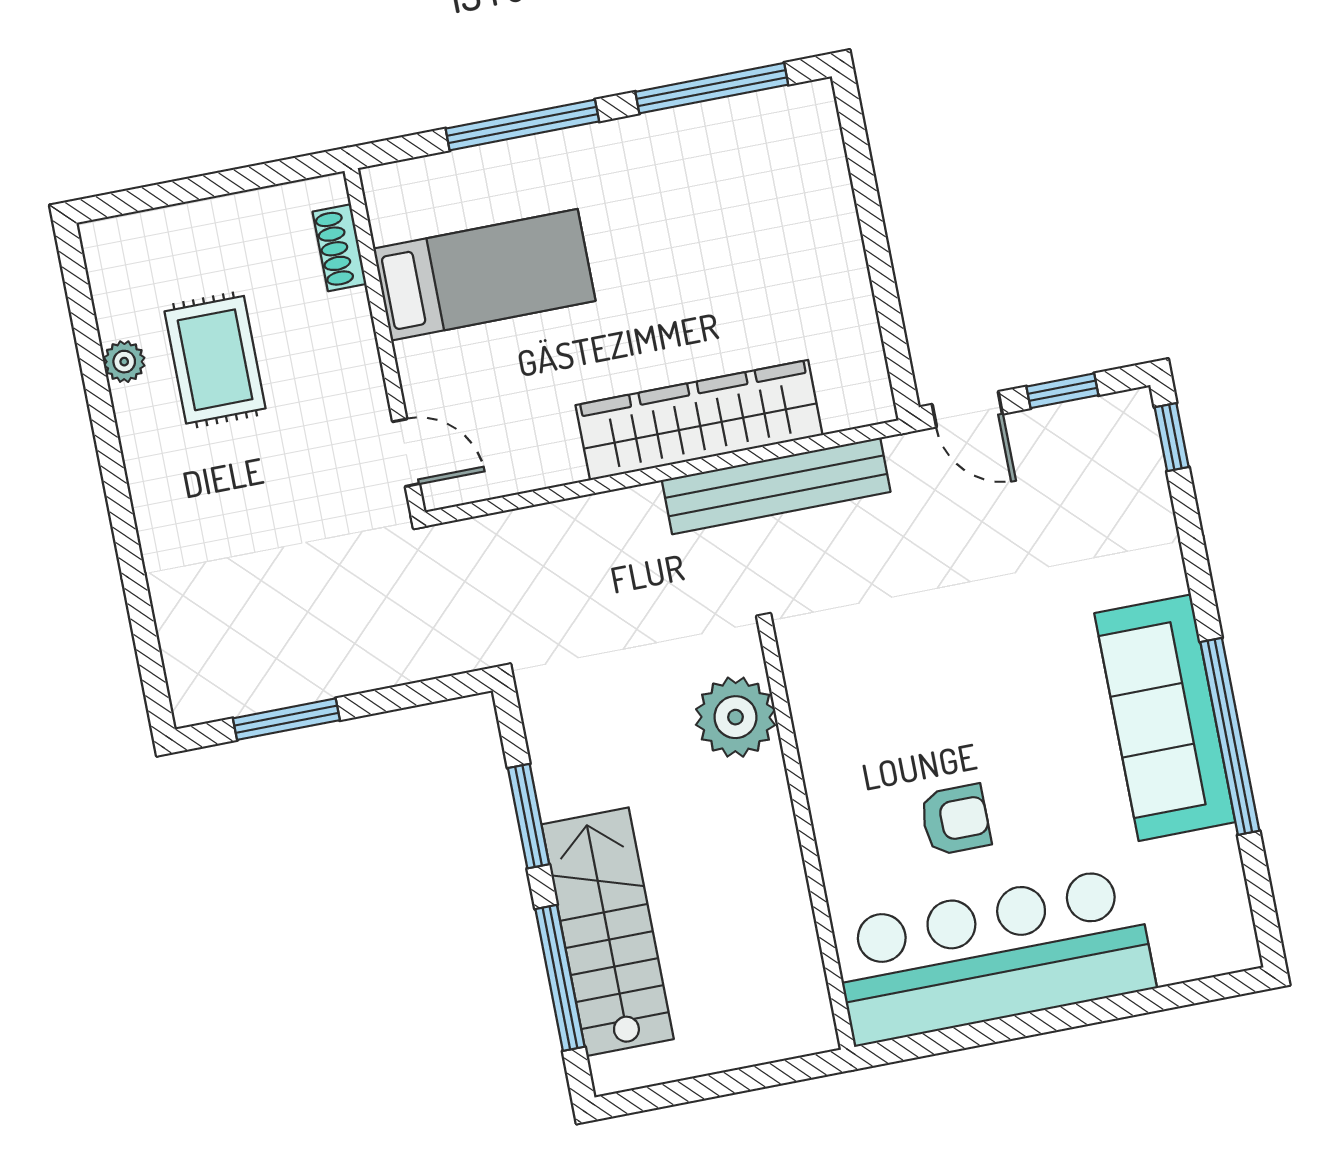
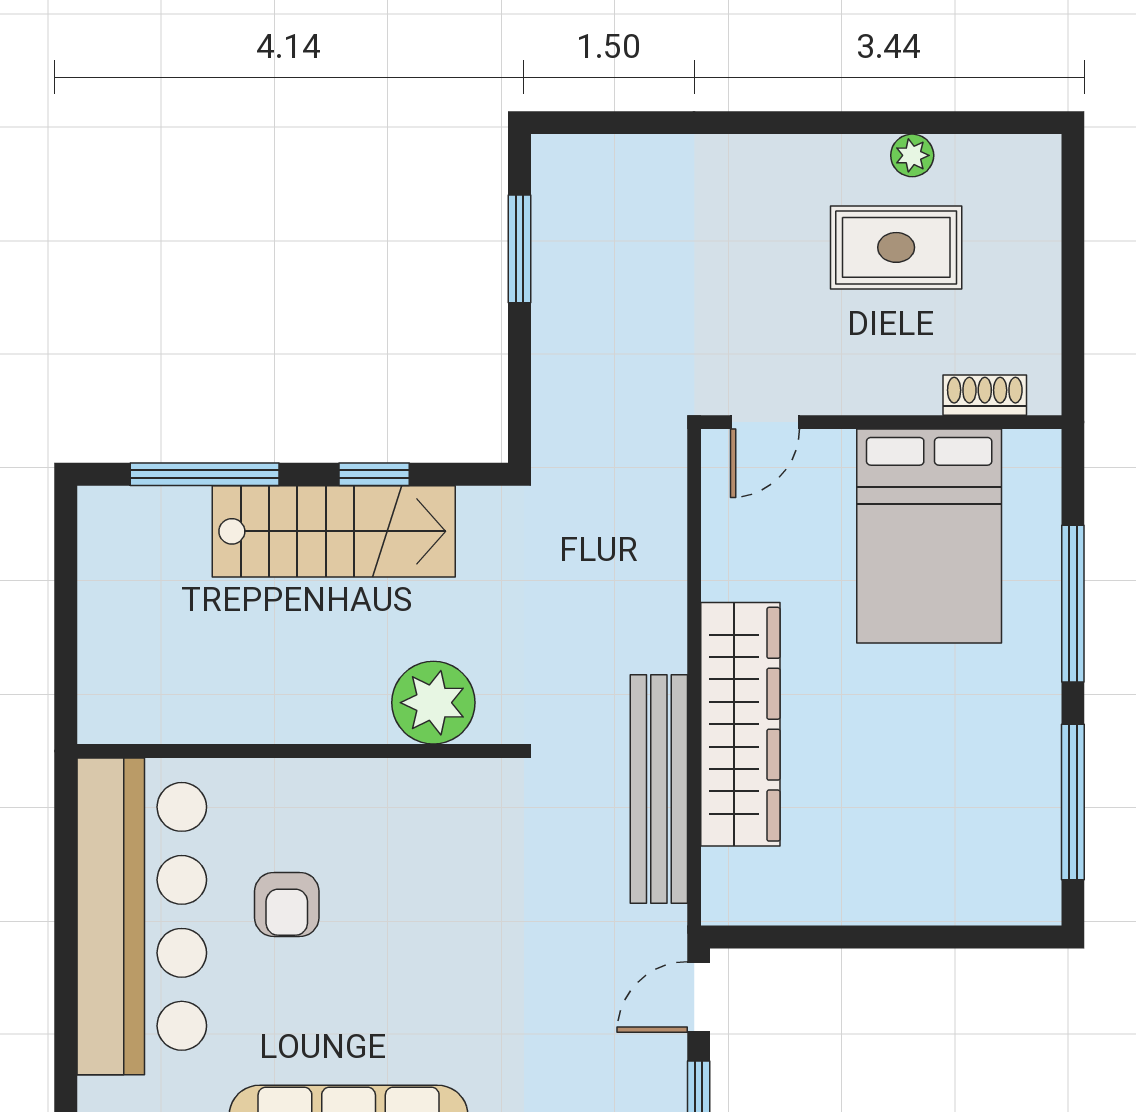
bed: (484, 275) -> (929, 536), width x1.50
window: (528, 816) -> (374, 474), width x0.67
stairs: (608, 932) -> (334, 531), moved

